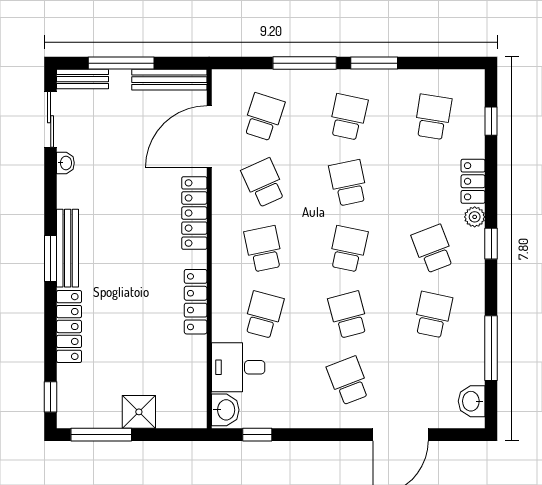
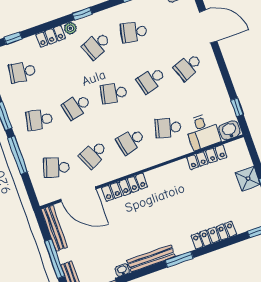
bench: (68, 248) -> (151, 258), moved
locker: (196, 302) -> (207, 157), moved

